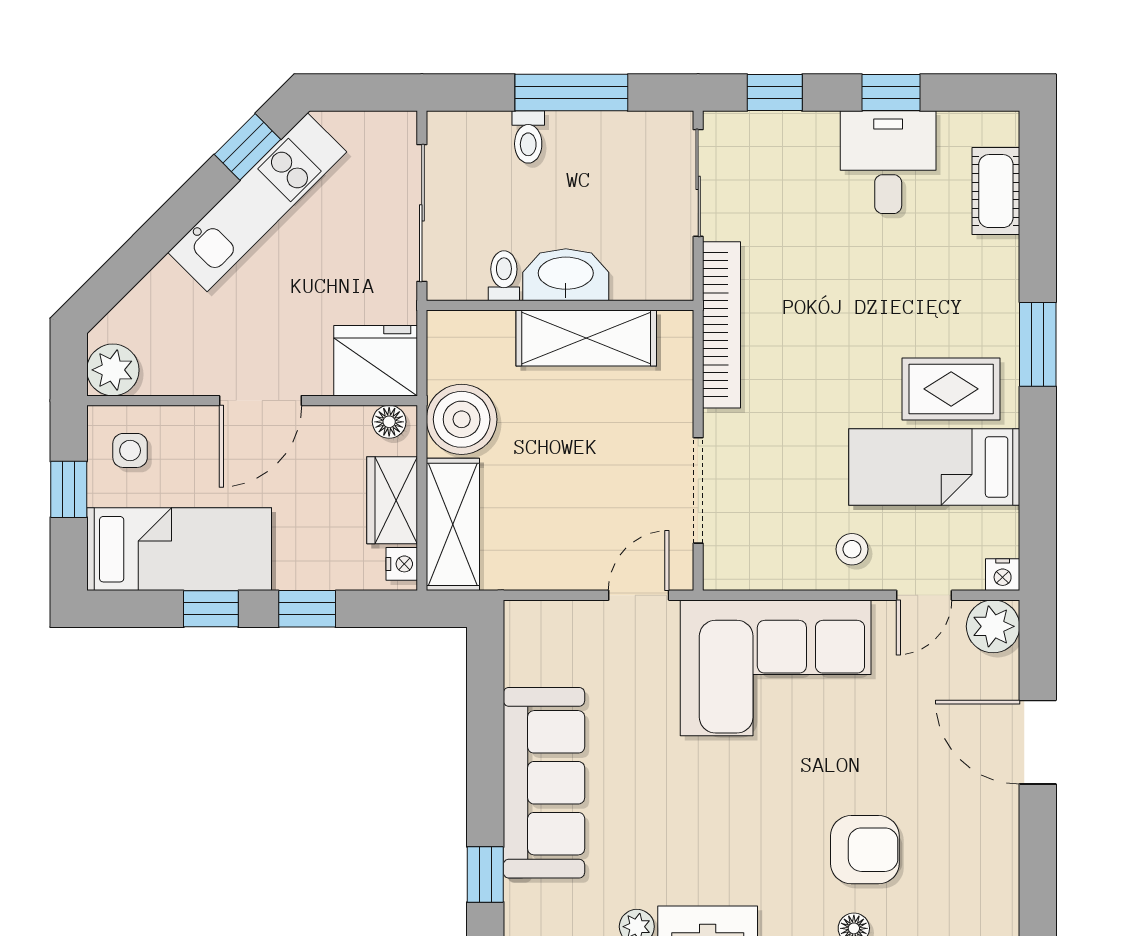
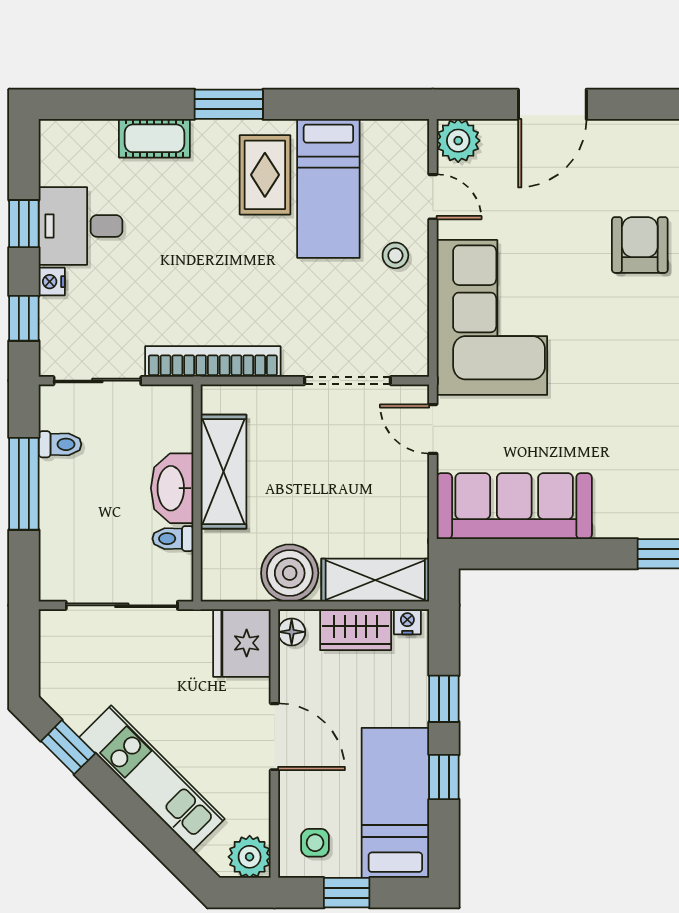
toilet: (528, 137) -> (60, 444), moved
cot: (996, 191) -> (154, 138), moved
kitchen unit: (257, 202) -> (152, 778), moved
nightstand: (1003, 575) -> (52, 282), moved, turned 180
sofa: (544, 783) -> (514, 506), moved

